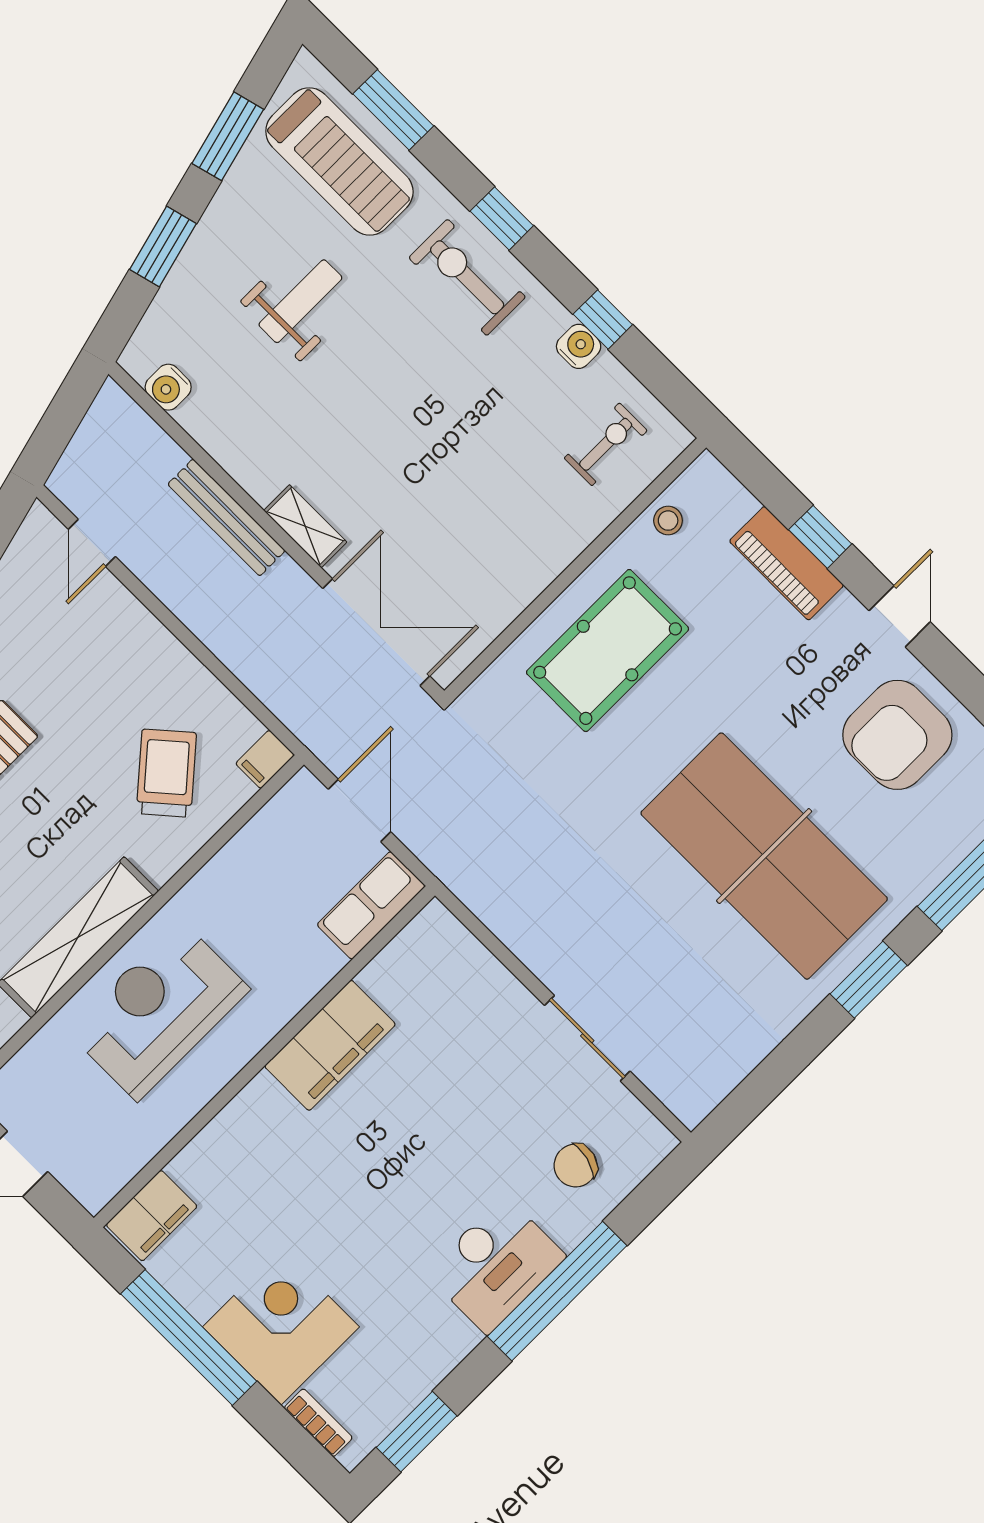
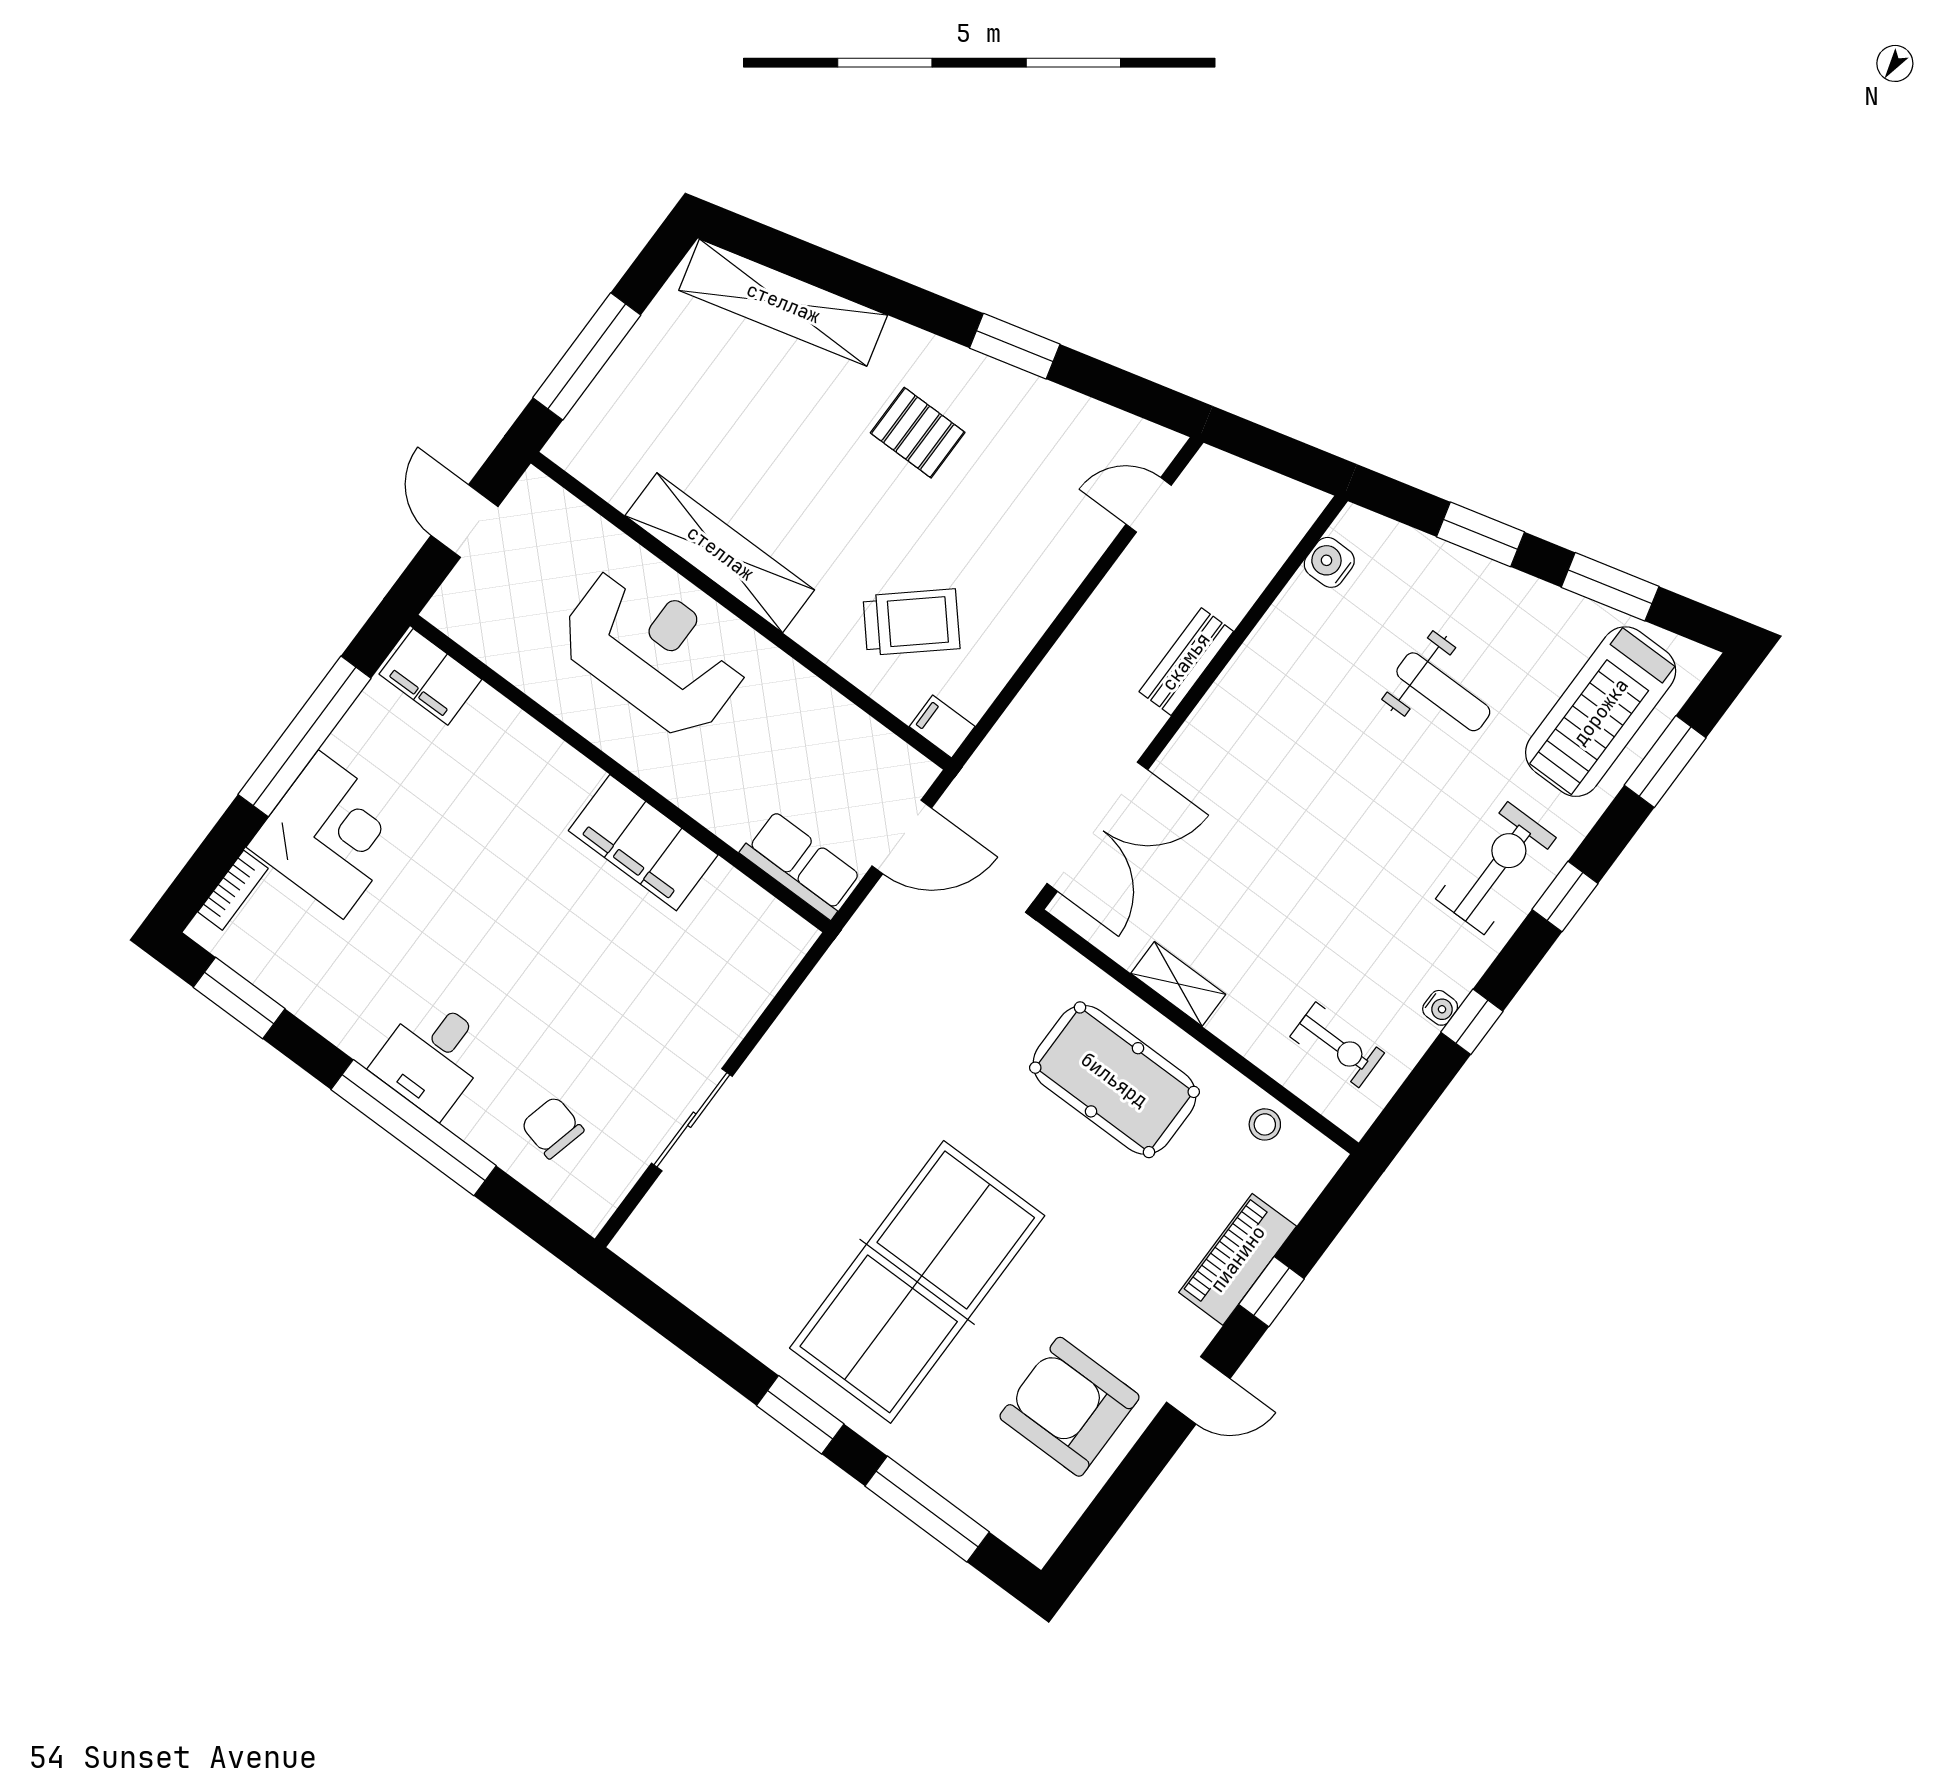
water cooler: (579, 346) -> (1440, 1008), width x0.72, depth x0.72
bench: (226, 517) -> (1186, 662), width x0.73
shelving: (305, 526) -> (1178, 984), moved, turned 90
desk: (496, 1265) -> (432, 1057), width x0.73

